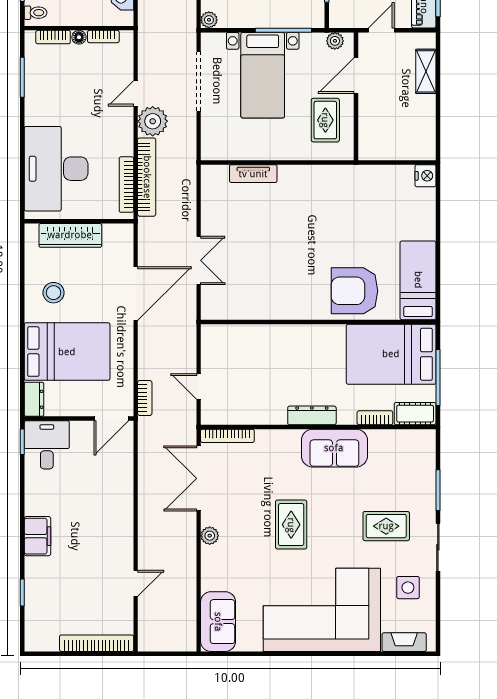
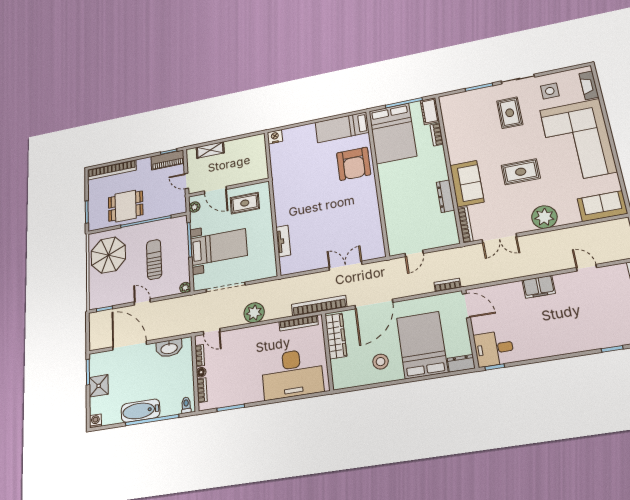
door: (136, 93) -> (212, 332), moved
bookcase: (147, 177) -> (319, 306), moved
wardrobe: (70, 235) -> (336, 336), moved
door: (136, 294) -> (374, 304), swing flipped
door: (199, 387) -> (414, 253), moved
dresser: (312, 415) -> (445, 196), moved
sofa: (334, 448) -> (467, 184), moved
double door: (199, 478) -> (499, 238), width x0.73
filing cabinet: (37, 536) -> (539, 287), moved, turned 180
plant: (210, 536) -> (544, 217), width x1.88, depth x1.88

